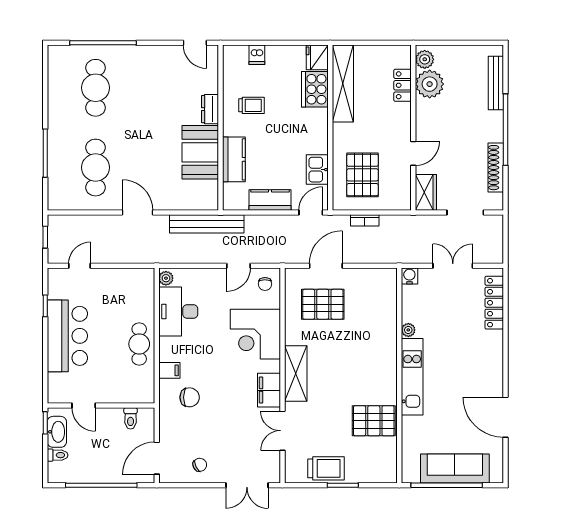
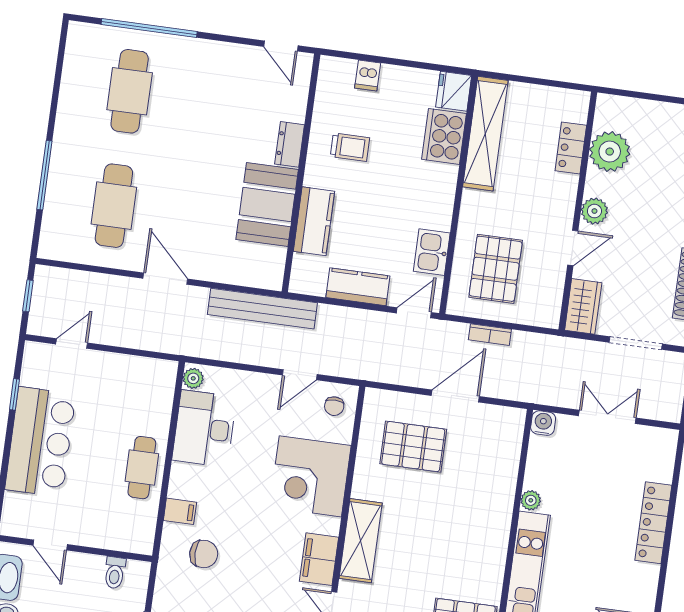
plant: (425, 59) -> (594, 211), moved
door: (326, 266) -> (455, 396), moved
locker: (494, 303) -> (653, 523), moved

